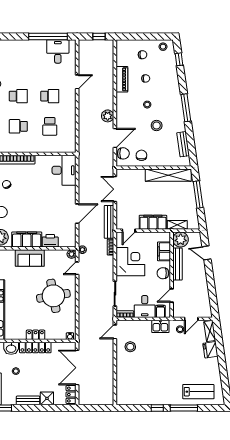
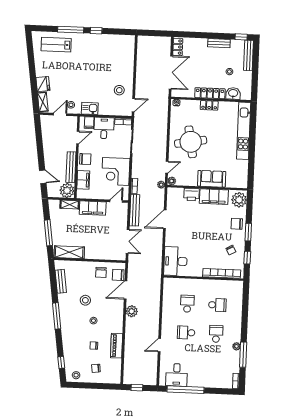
school desk: (18, 96) -> (216, 334), turned 90
shelving: (168, 175) -> (69, 252), width x0.68
shower: (47, 398) -> (201, 44), removed

